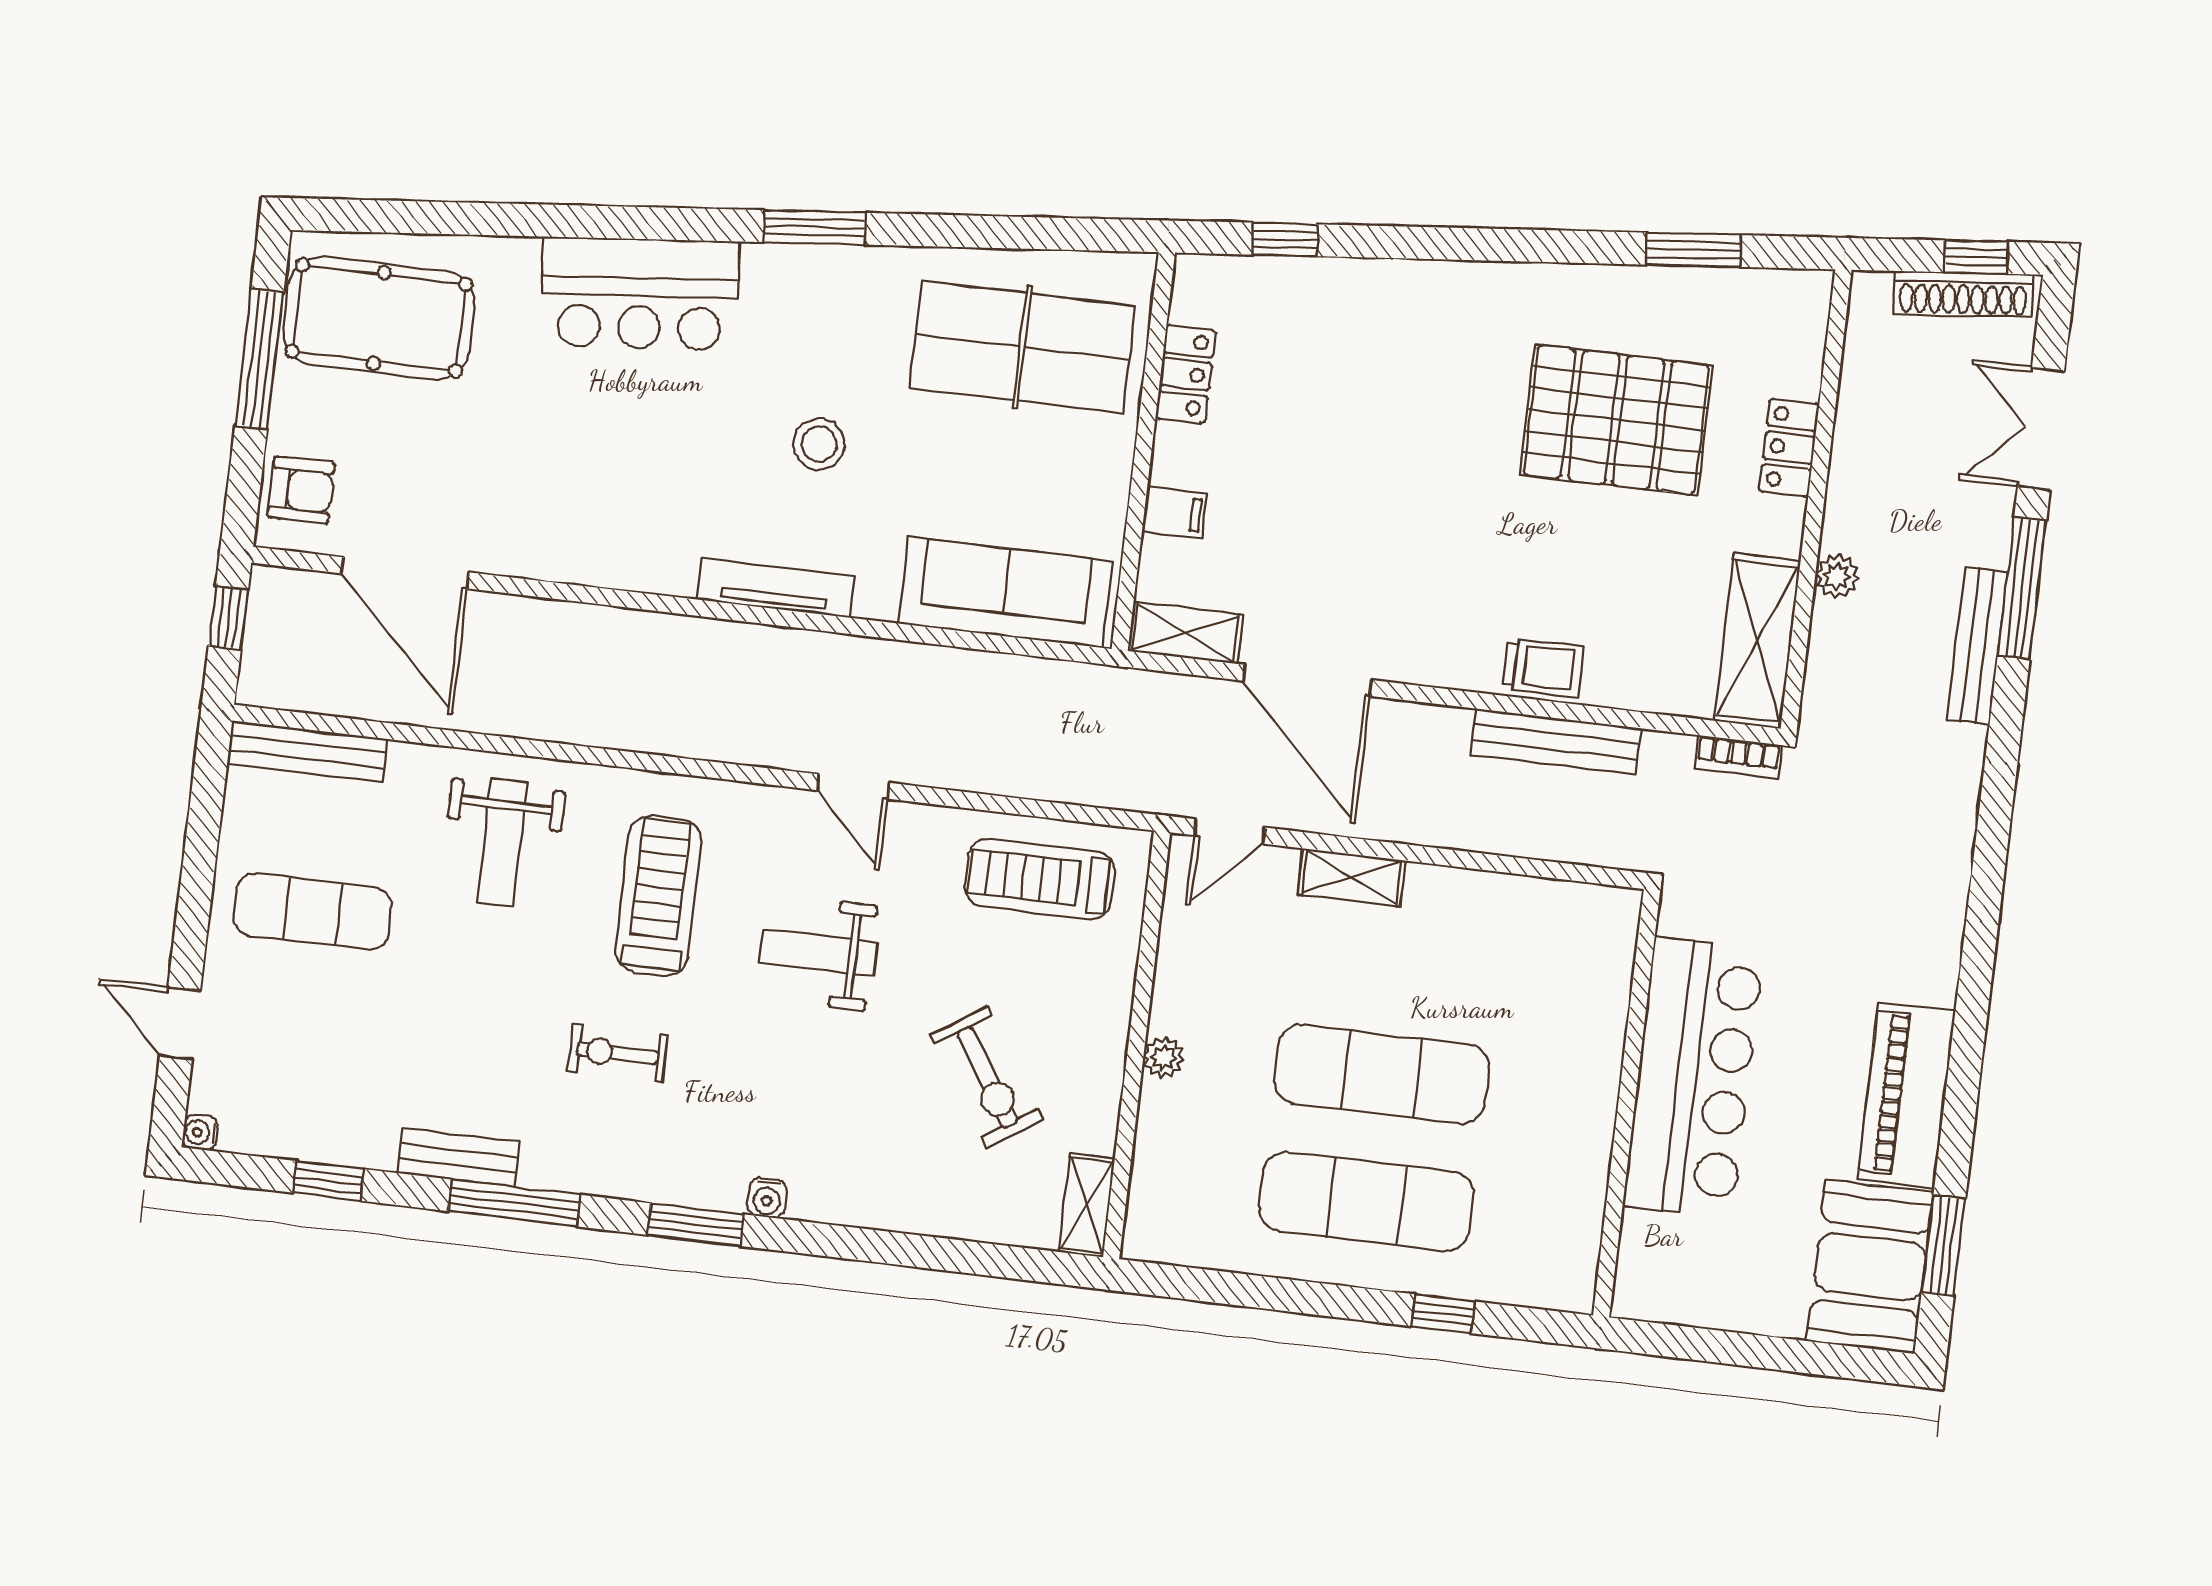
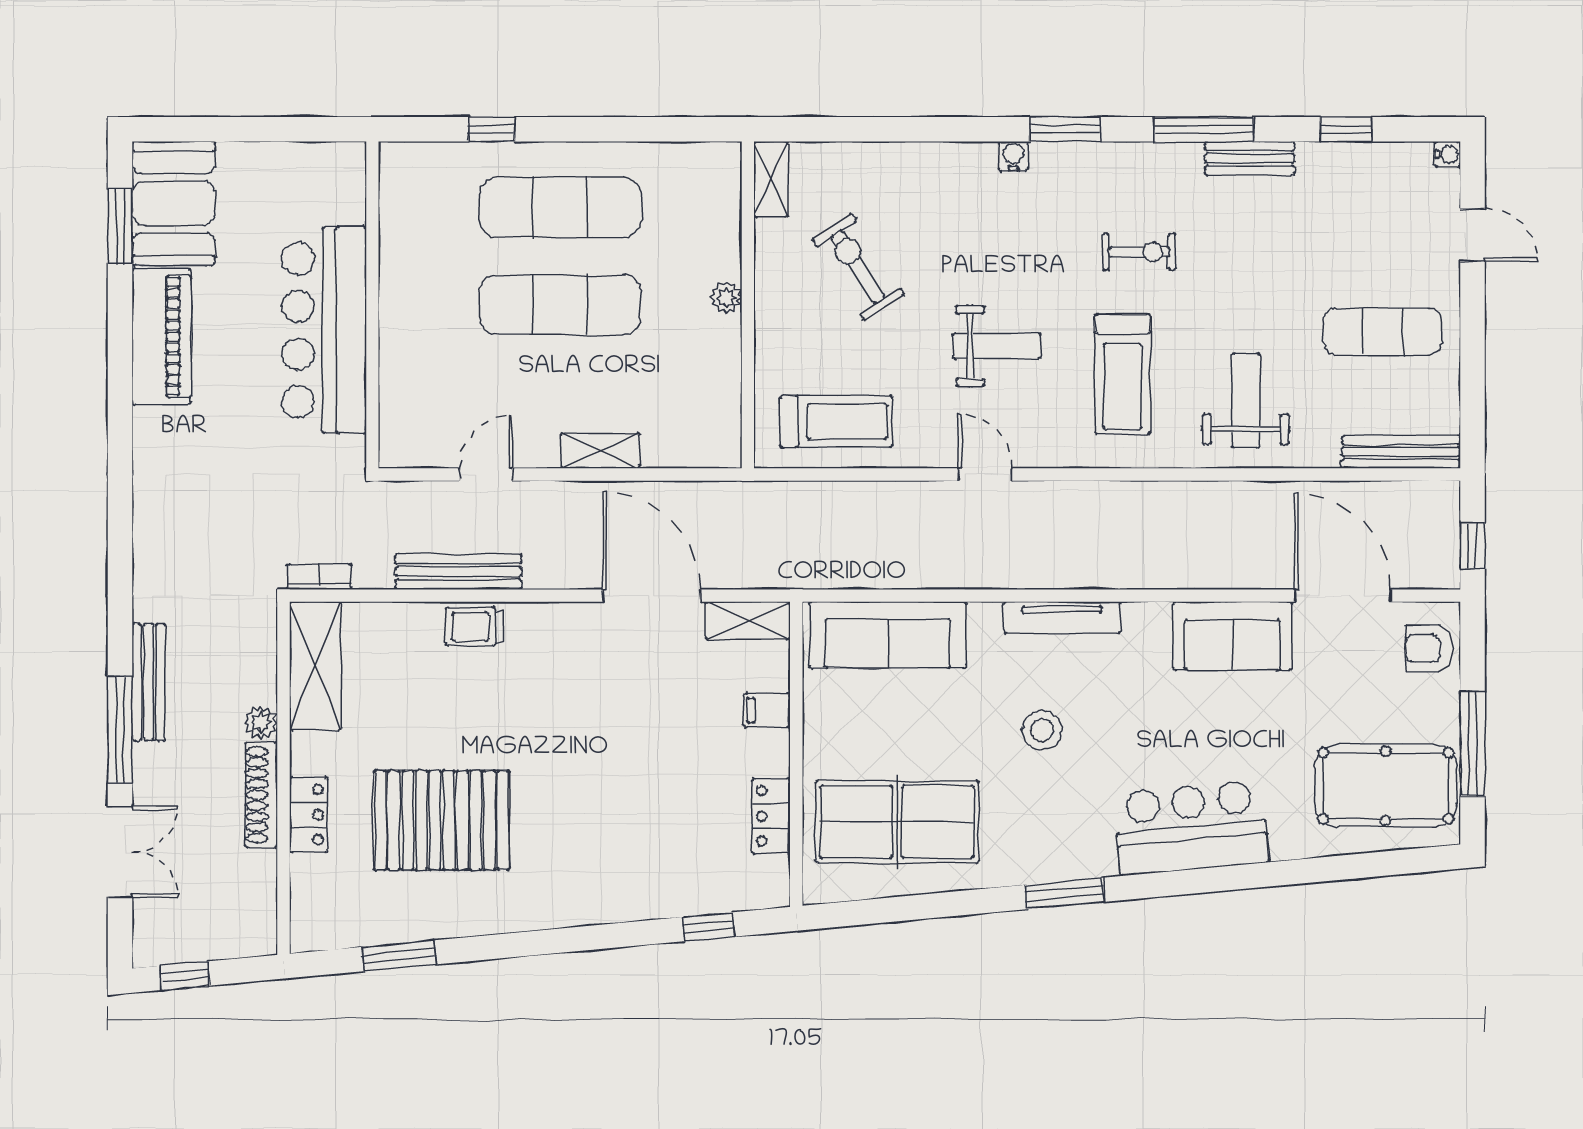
shoe rack: (1963, 294) -> (261, 795), moved, turned -85
sofa: (555, 537) -> (1233, 636), added
door: (1230, 831) -> (486, 474), moved

